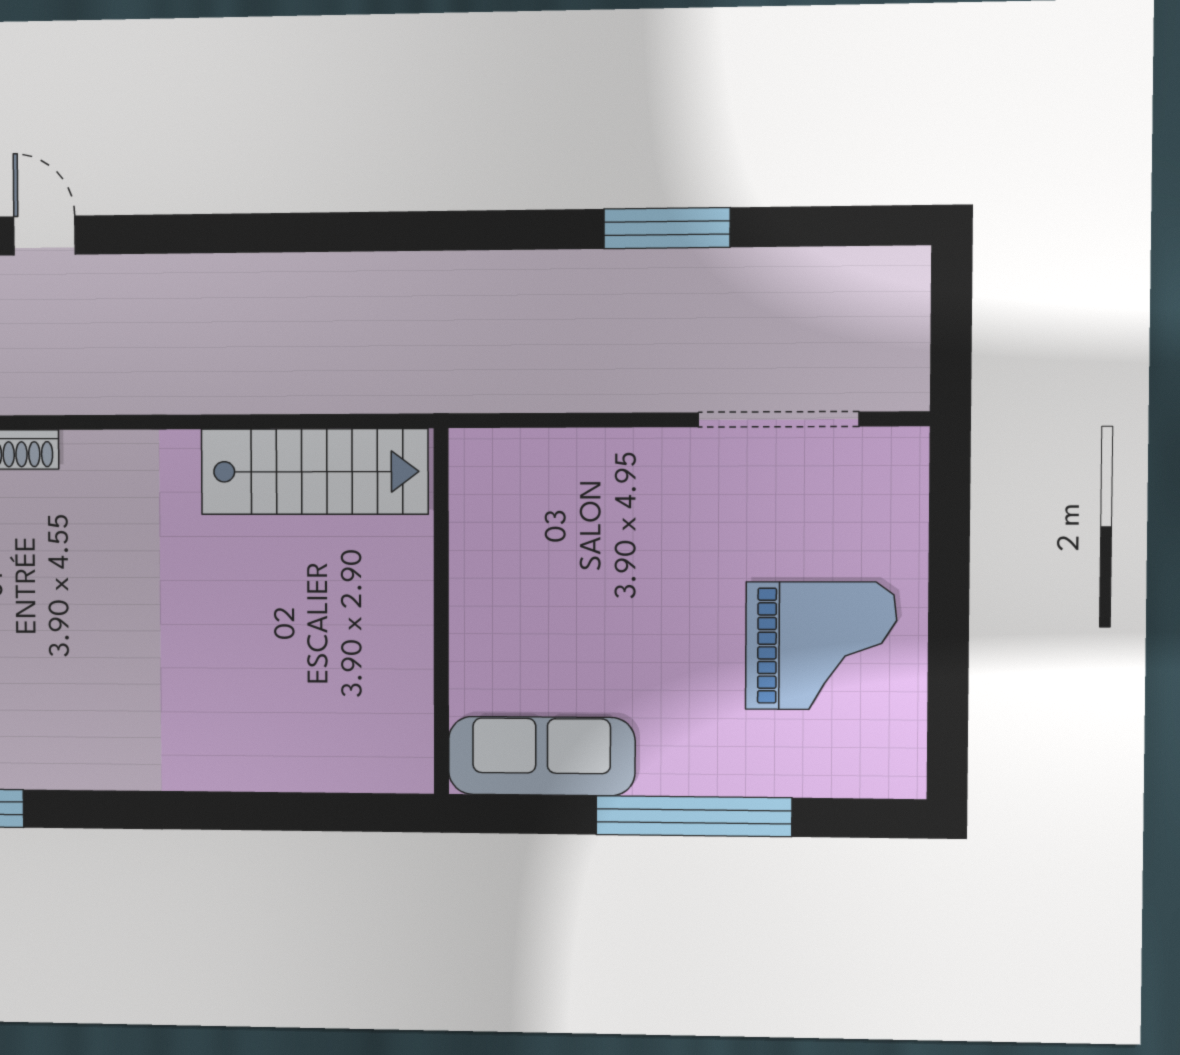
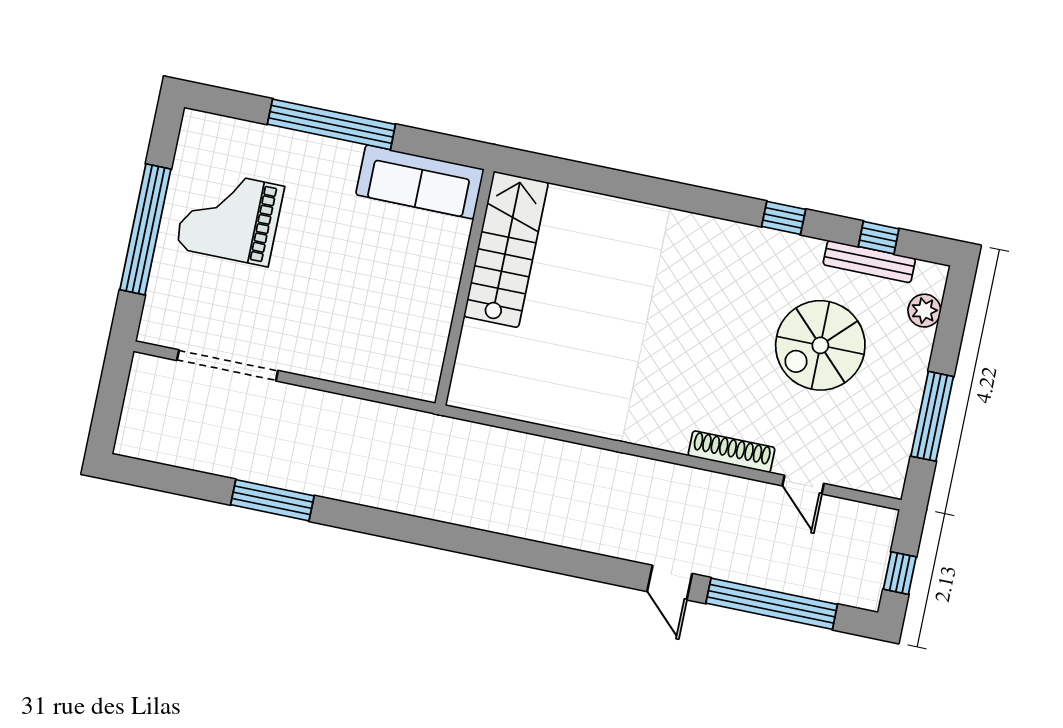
stairs: (314, 472) -> (506, 249), moved, turned 90
window: (949, 601) -> (145, 229), added

